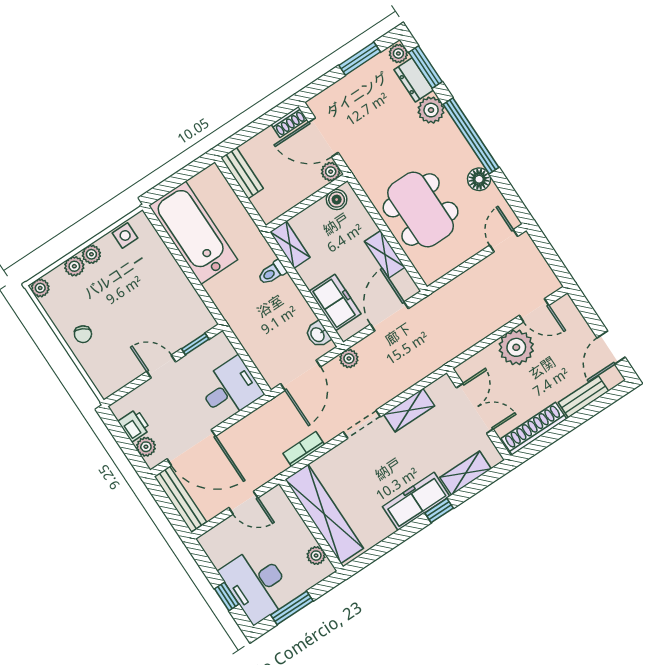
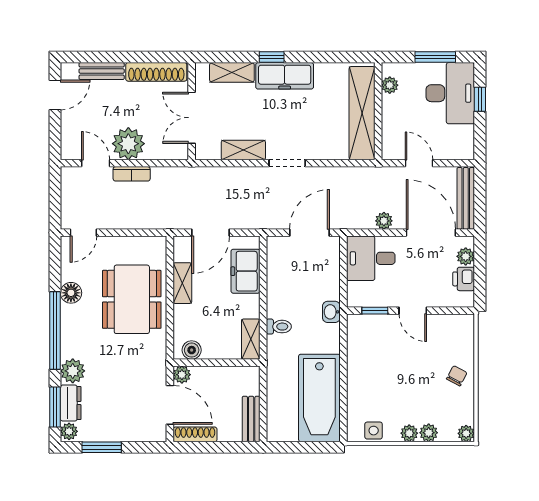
shoe rack: (289, 122) -> (195, 434), width x1.43
washbasin: (318, 334) -> (331, 312), moved, turned 180
plant: (349, 359) -> (384, 221), moved
bookcase: (304, 449) -> (132, 174), moved

